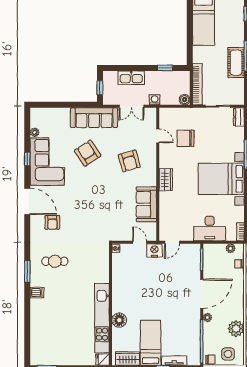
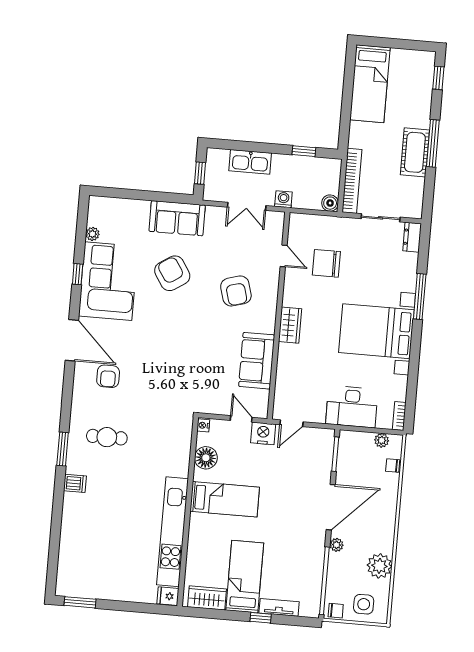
sofa: (94, 118) -> (177, 218), width x0.73
bed: (134, 295) -> (225, 499), added
floor lamp: (119, 320) -> (206, 458), moved

